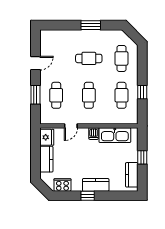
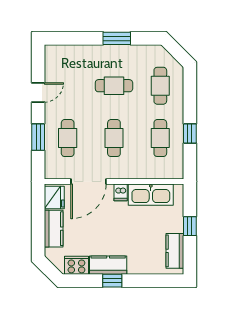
door: (71, 126) -> (88, 181), width x1.88
kitchen counter: (96, 185) -> (108, 265), moved

